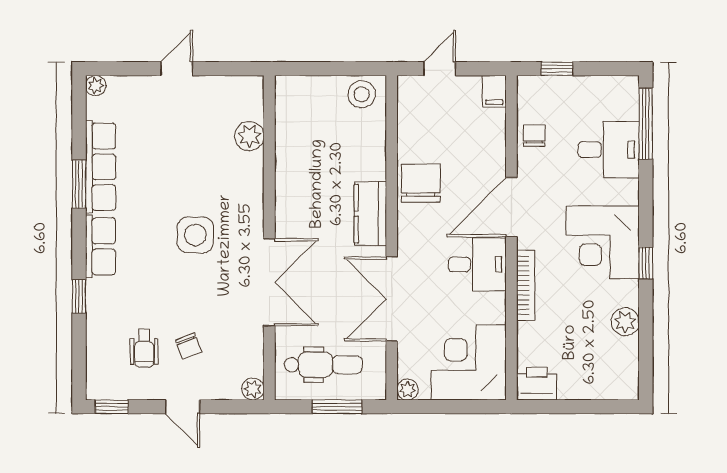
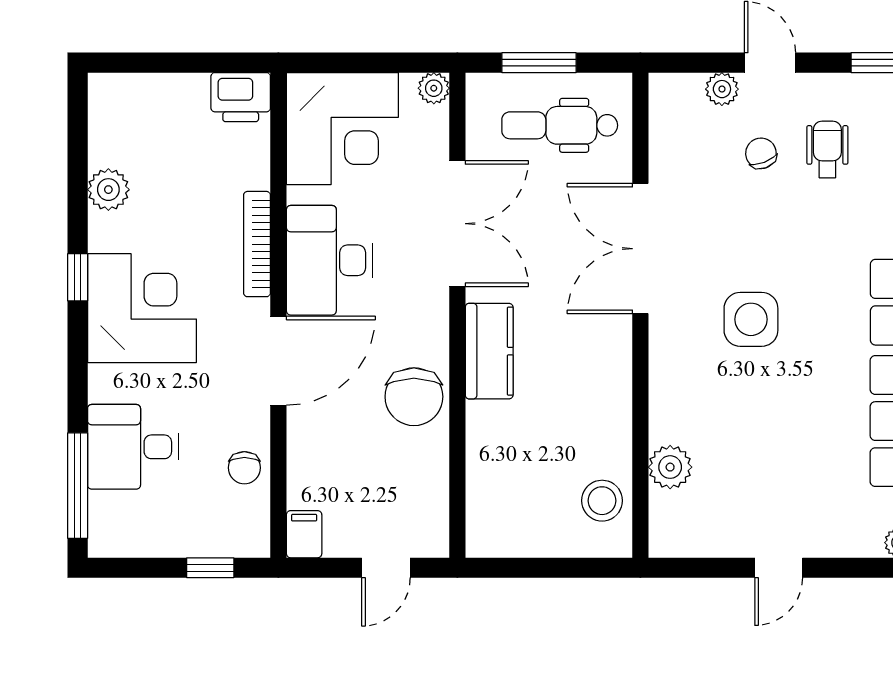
stool: (362, 94) -> (602, 501), moved
desk: (477, 264) -> (329, 260), width x1.37
plant: (253, 389) -> (722, 89), moved

